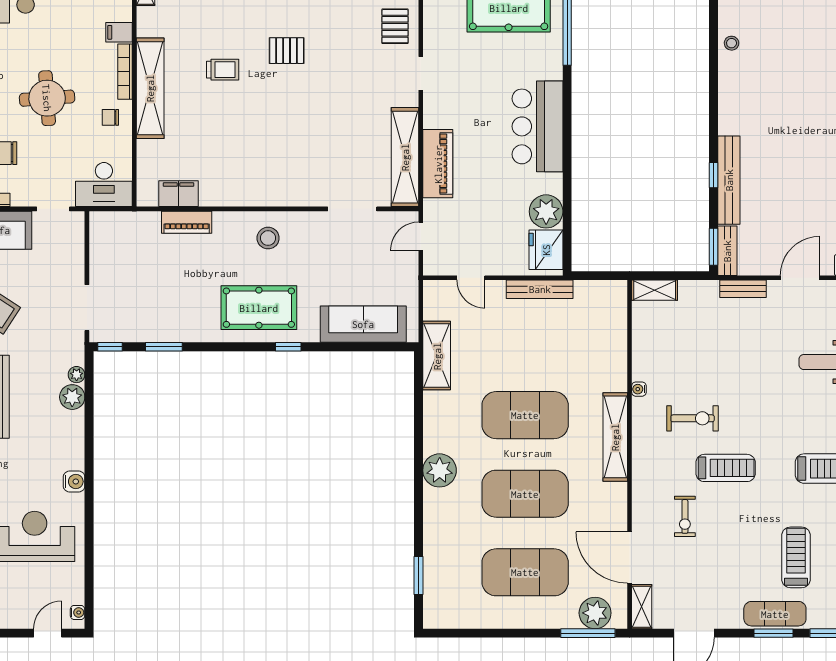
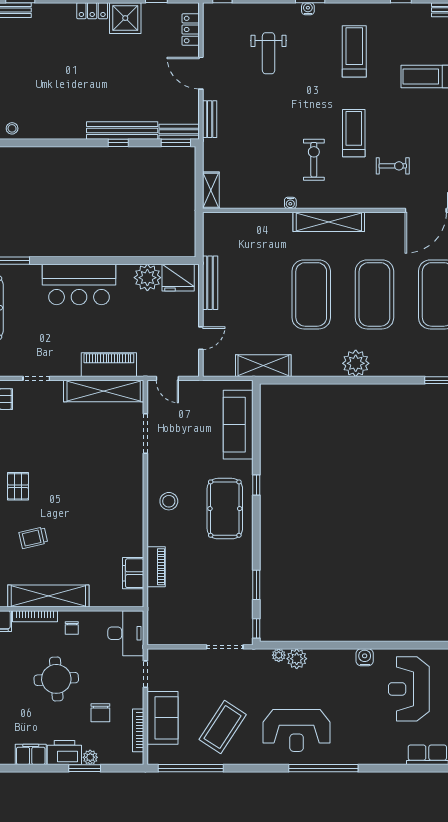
trolley: (223, 70) -> (33, 538), turned -103

